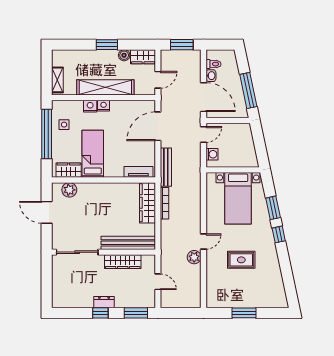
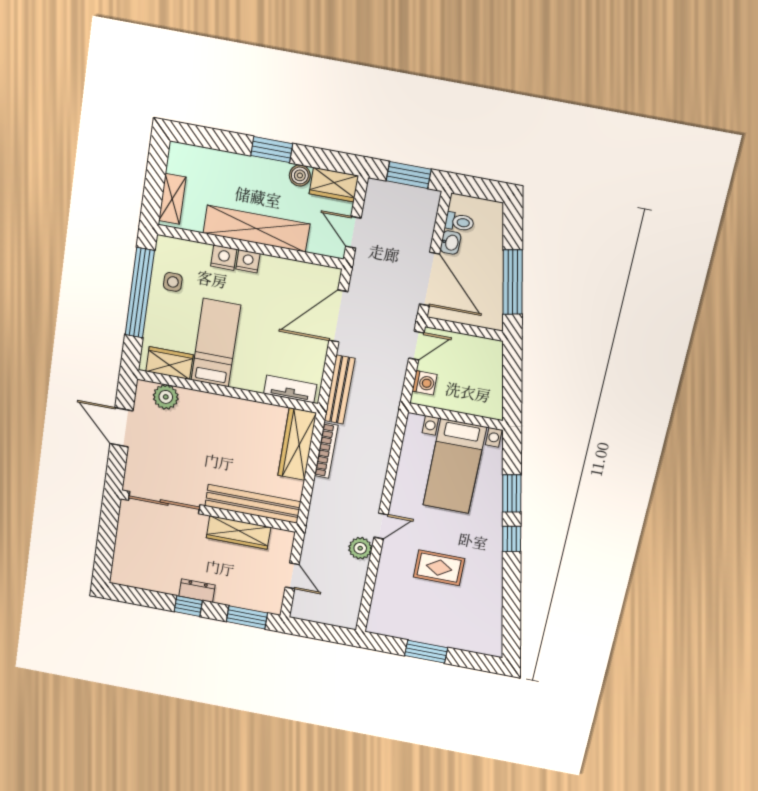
door: (158, 80) -> (353, 232), swing flipped

